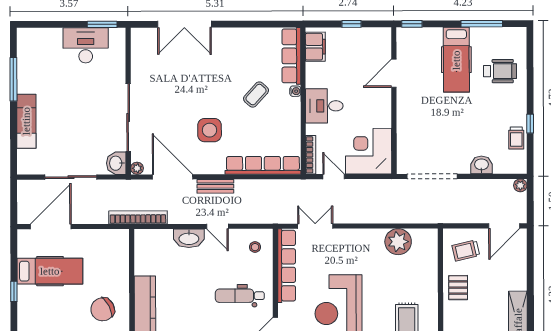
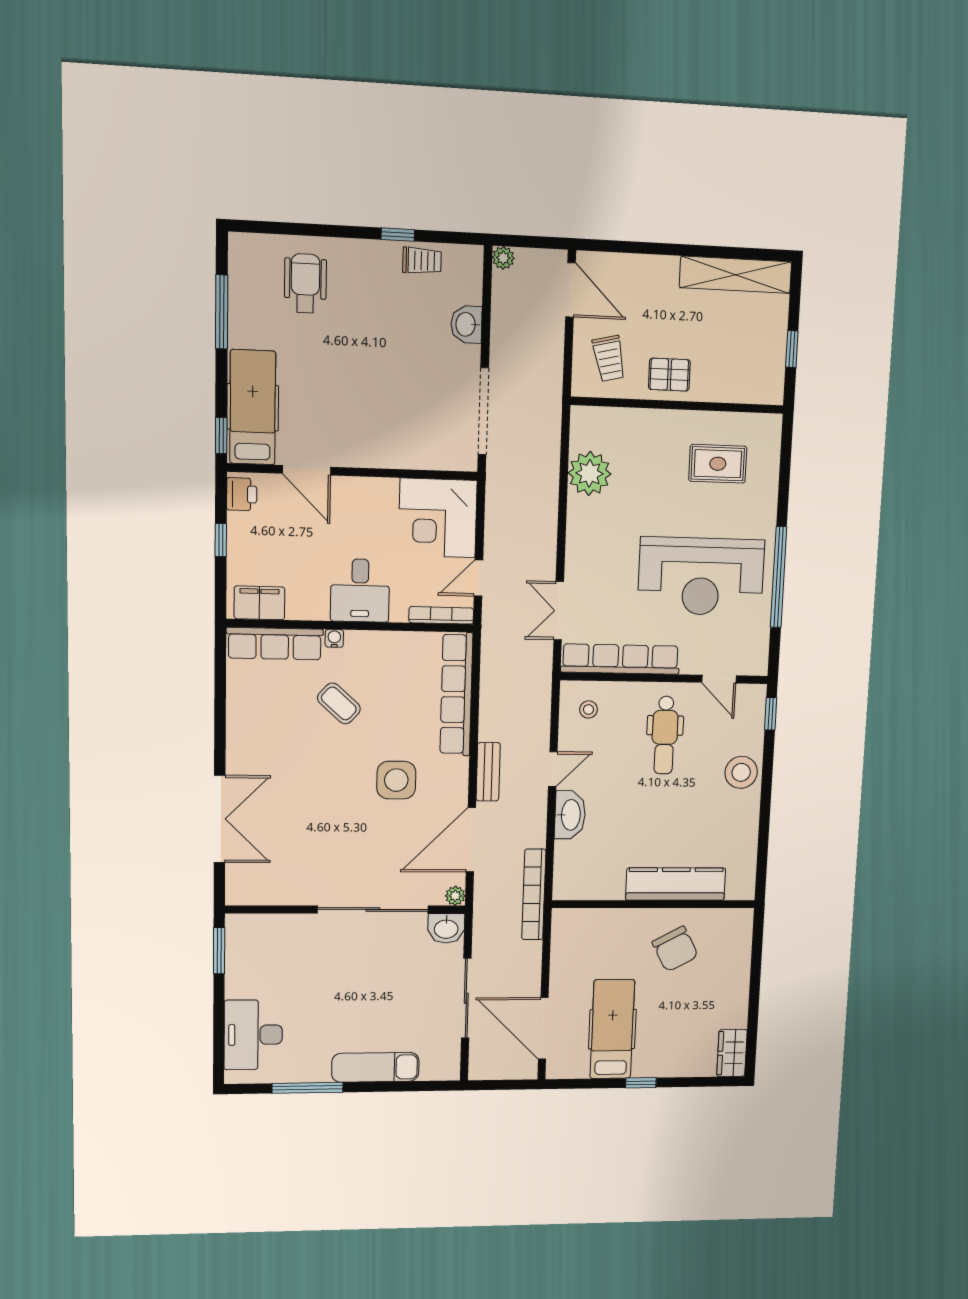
printer: (379, 36) -> (242, 494), added
desk: (86, 45) -> (253, 1035), moved
hospital bed: (456, 60) -> (253, 407), moved, turned -90

